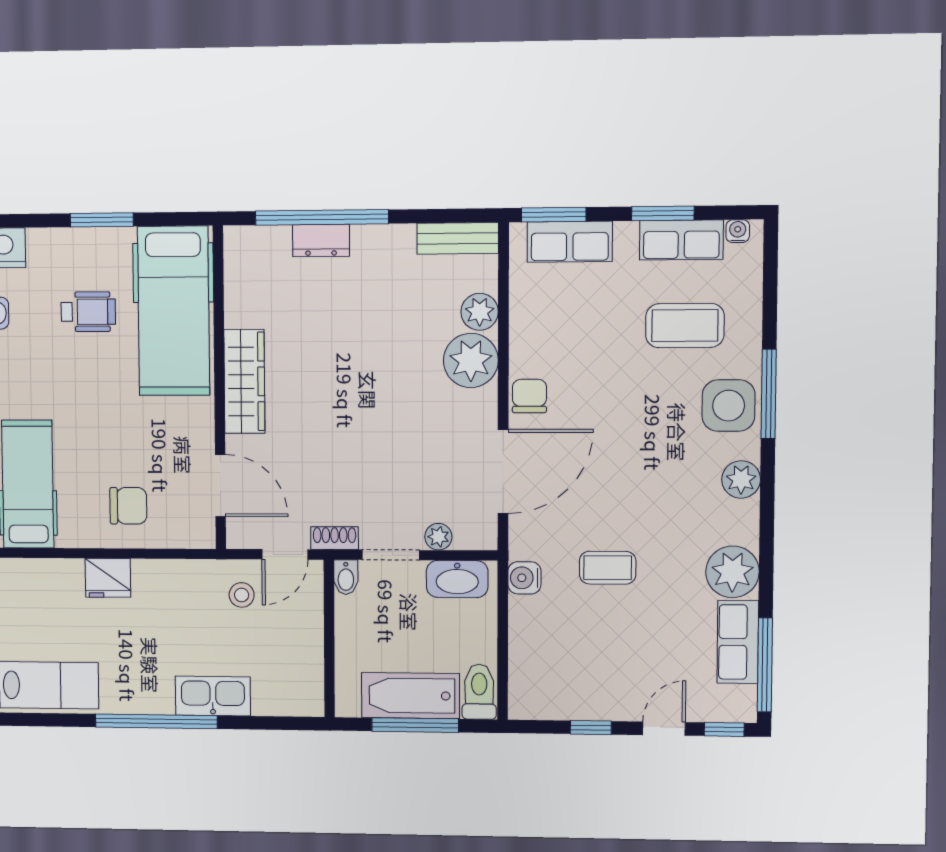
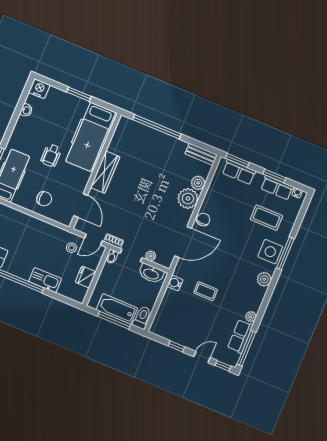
dresser: (321, 240) -> (153, 135), removed
wheelchair: (88, 312) -> (51, 155), moved, turned 90
plant: (732, 572) -> (251, 317), width x0.53, depth x0.53
fridge: (108, 578) -> (86, 277), moved, turned 90

